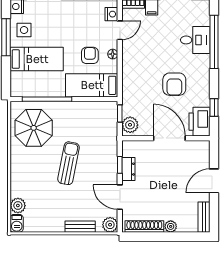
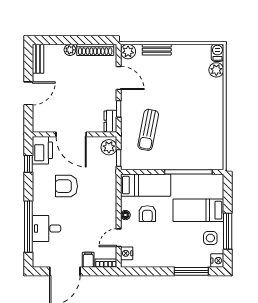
armchair: (174, 84) -> (66, 186), turned -90
parasol: (34, 128) -> (201, 144), removed
sun lounger: (68, 163) -> (148, 130), moved
dresser: (128, 169) -> (110, 121), moved

